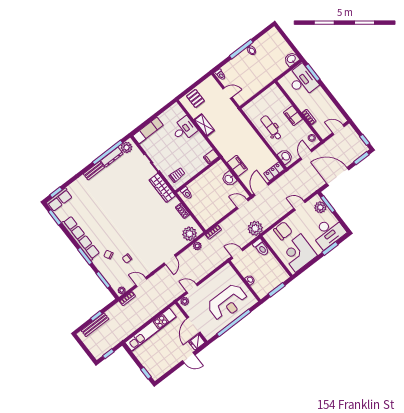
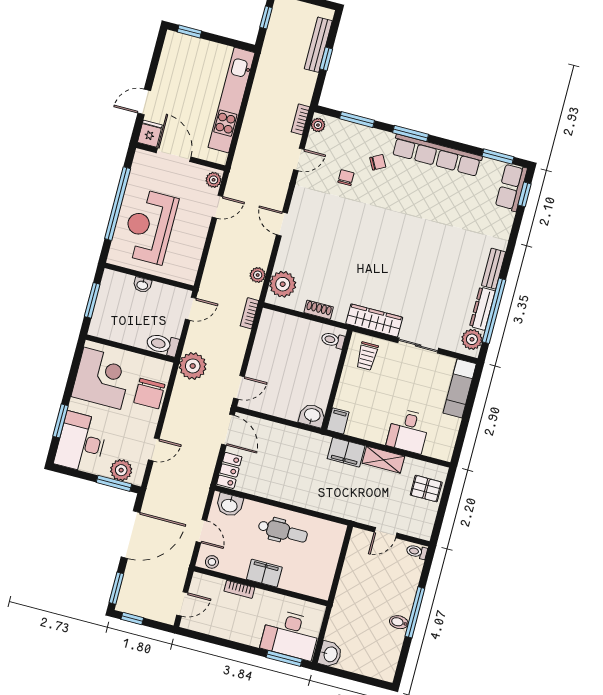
filing cabinet: (237, 166) -> (346, 452), moved
washbasin: (229, 179) -> (312, 415), moved

